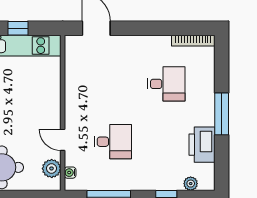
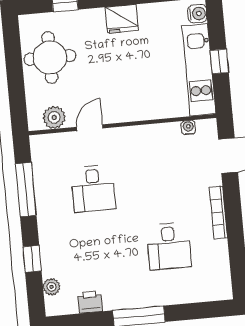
bookcase: (193, 41) -> (218, 212), moved
printer: (202, 145) -> (90, 302), width x0.53, depth x0.68
water cooler: (70, 173) -> (188, 128), moved

